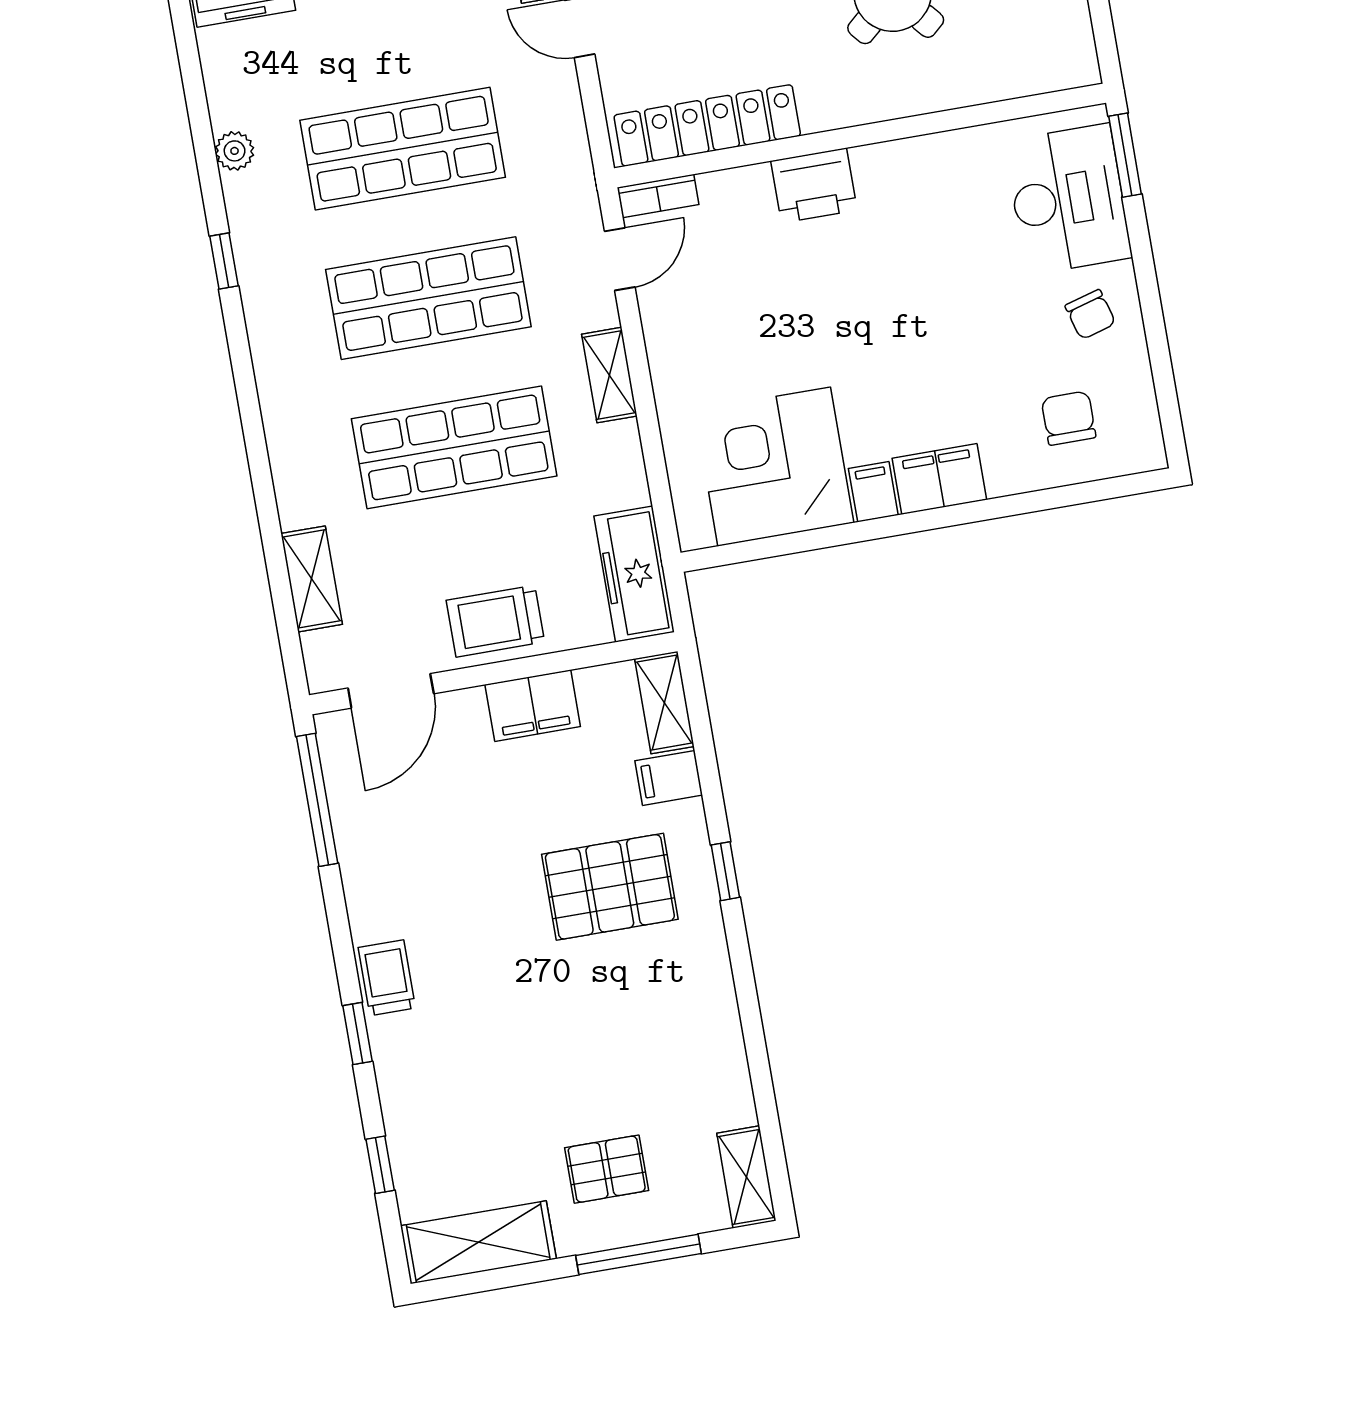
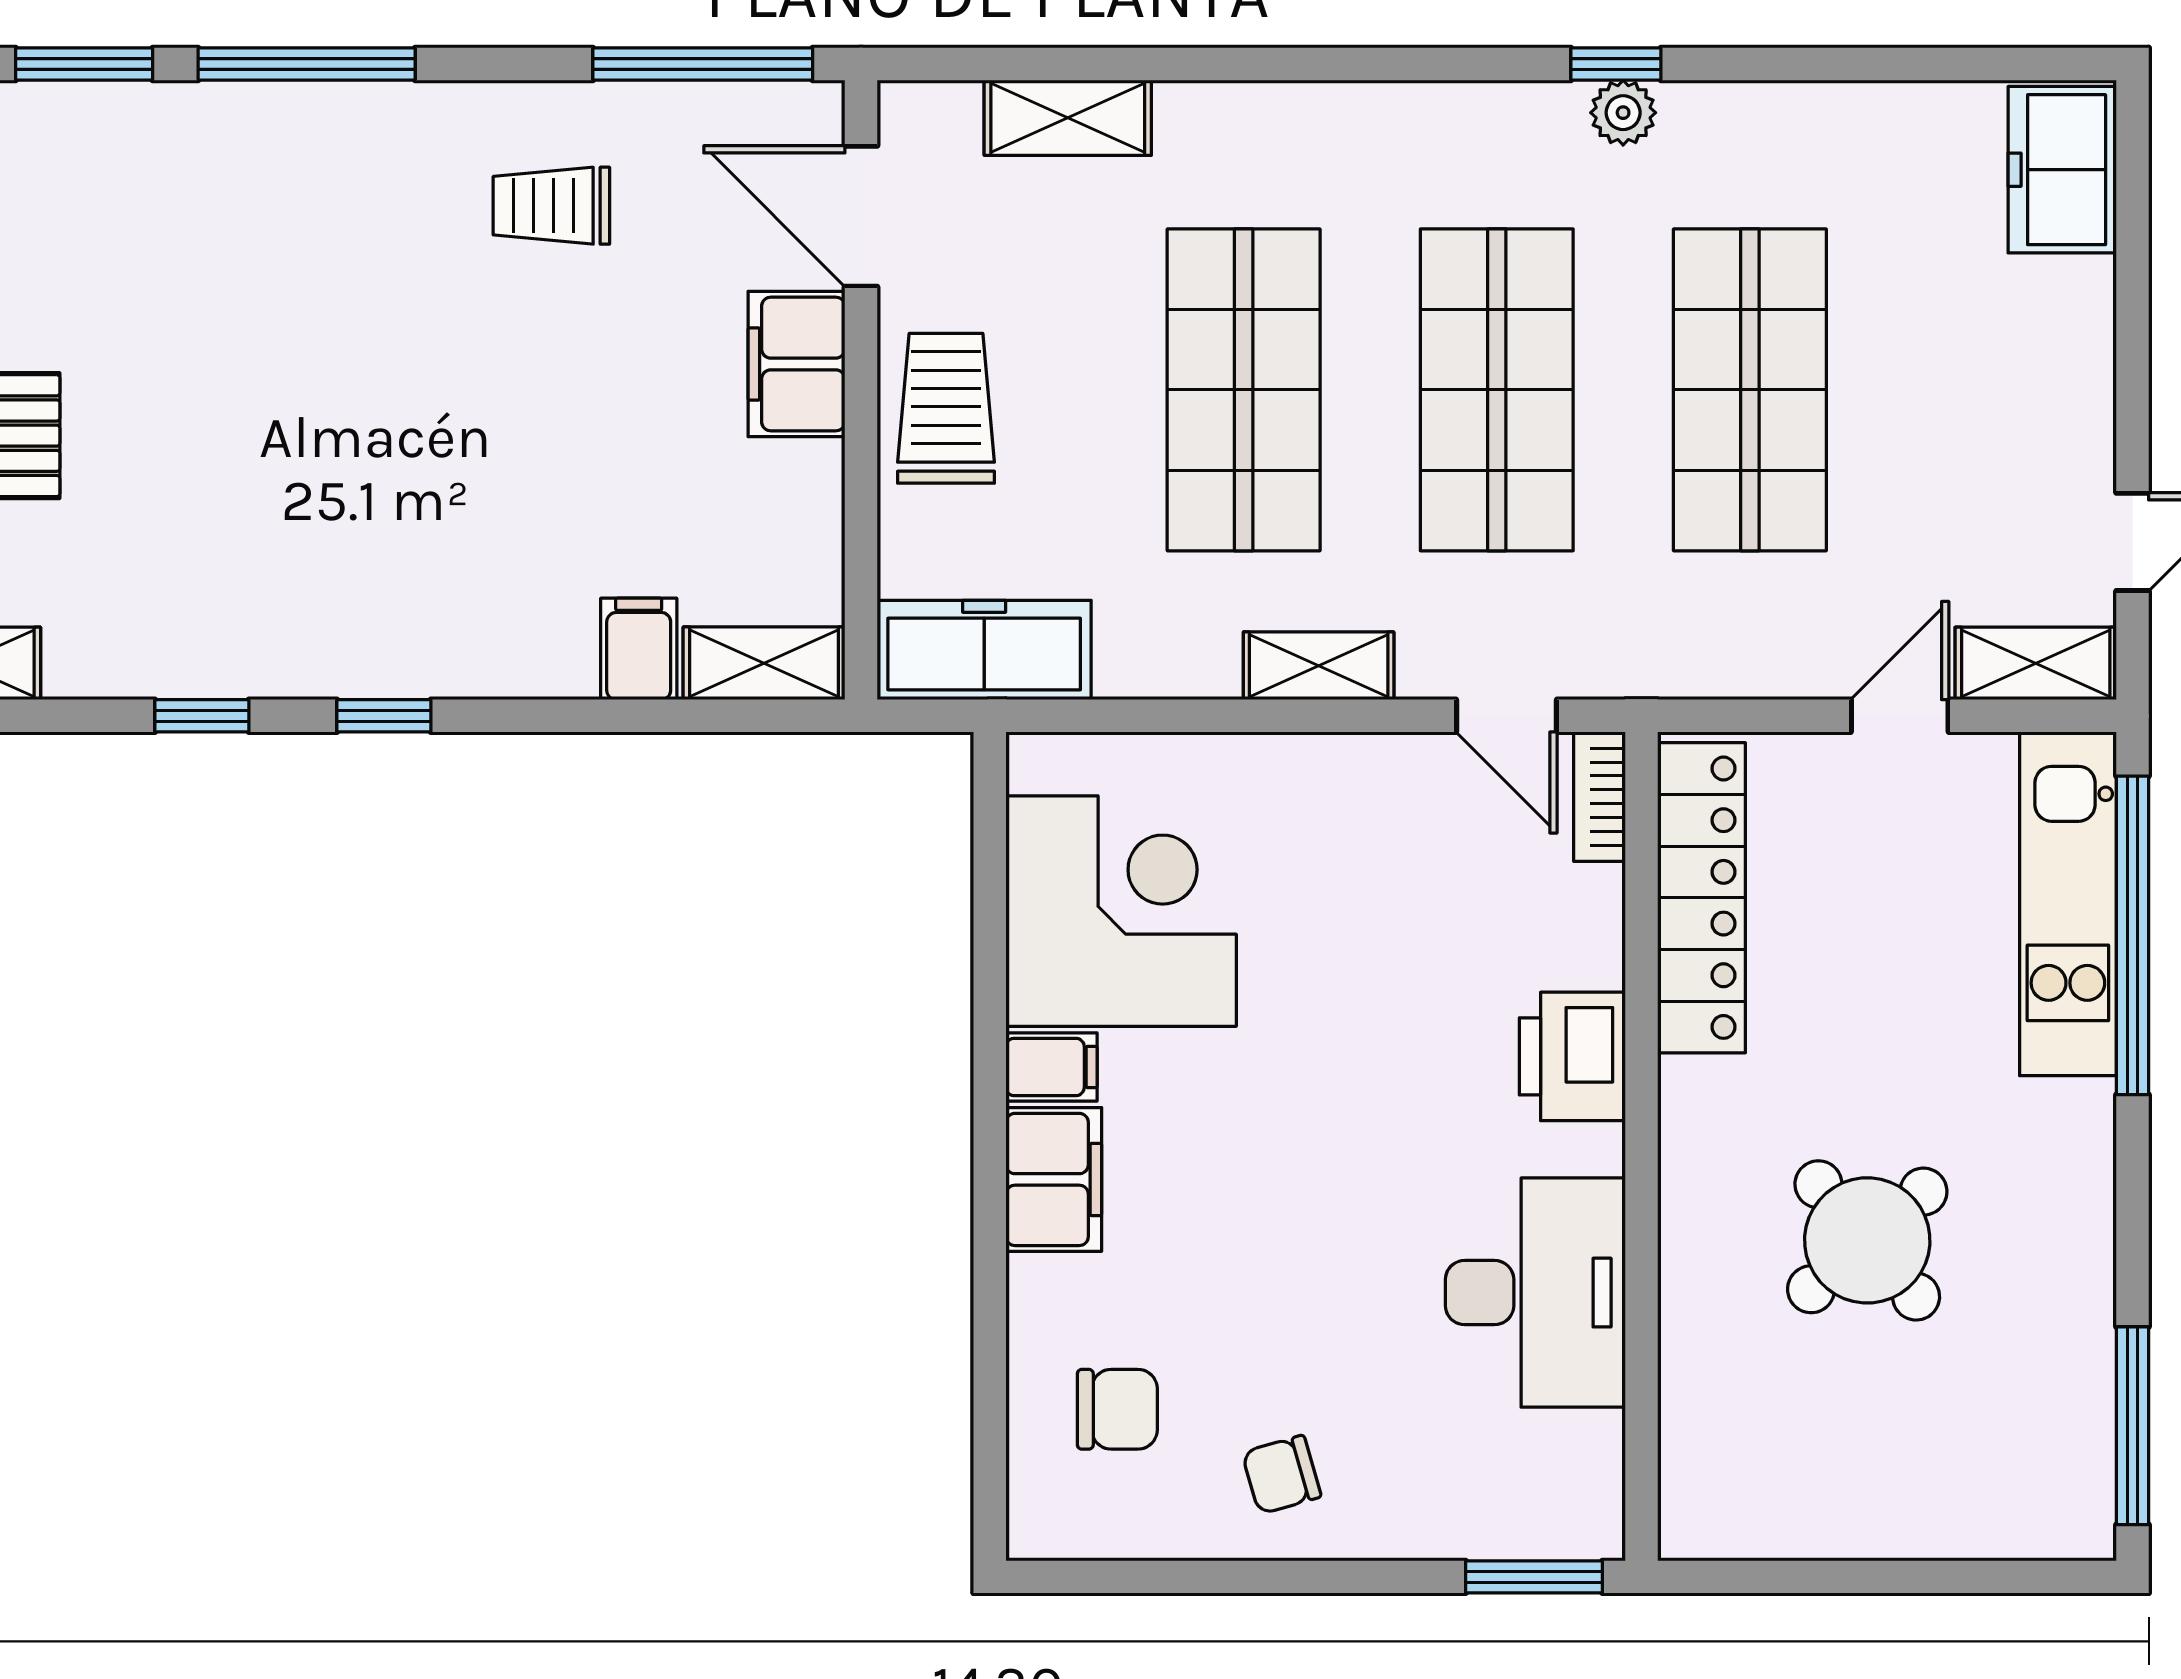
plant: (235, 151) -> (1623, 113), moved
desk: (1068, 199) -> (1535, 1293), moved, turned -90
filing cabinet: (533, 706) -> (796, 364), moved
window: (725, 871) -> (384, 716), moved
pallet: (610, 887) -> (476, 521), removed
trolley: (387, 978) -> (551, 206), moved, turned 180
window: (753, 1029) -> (202, 716), added
window: (357, 1034) -> (307, 64), width x2.17
window: (380, 1165) -> (84, 64), width x1.50

